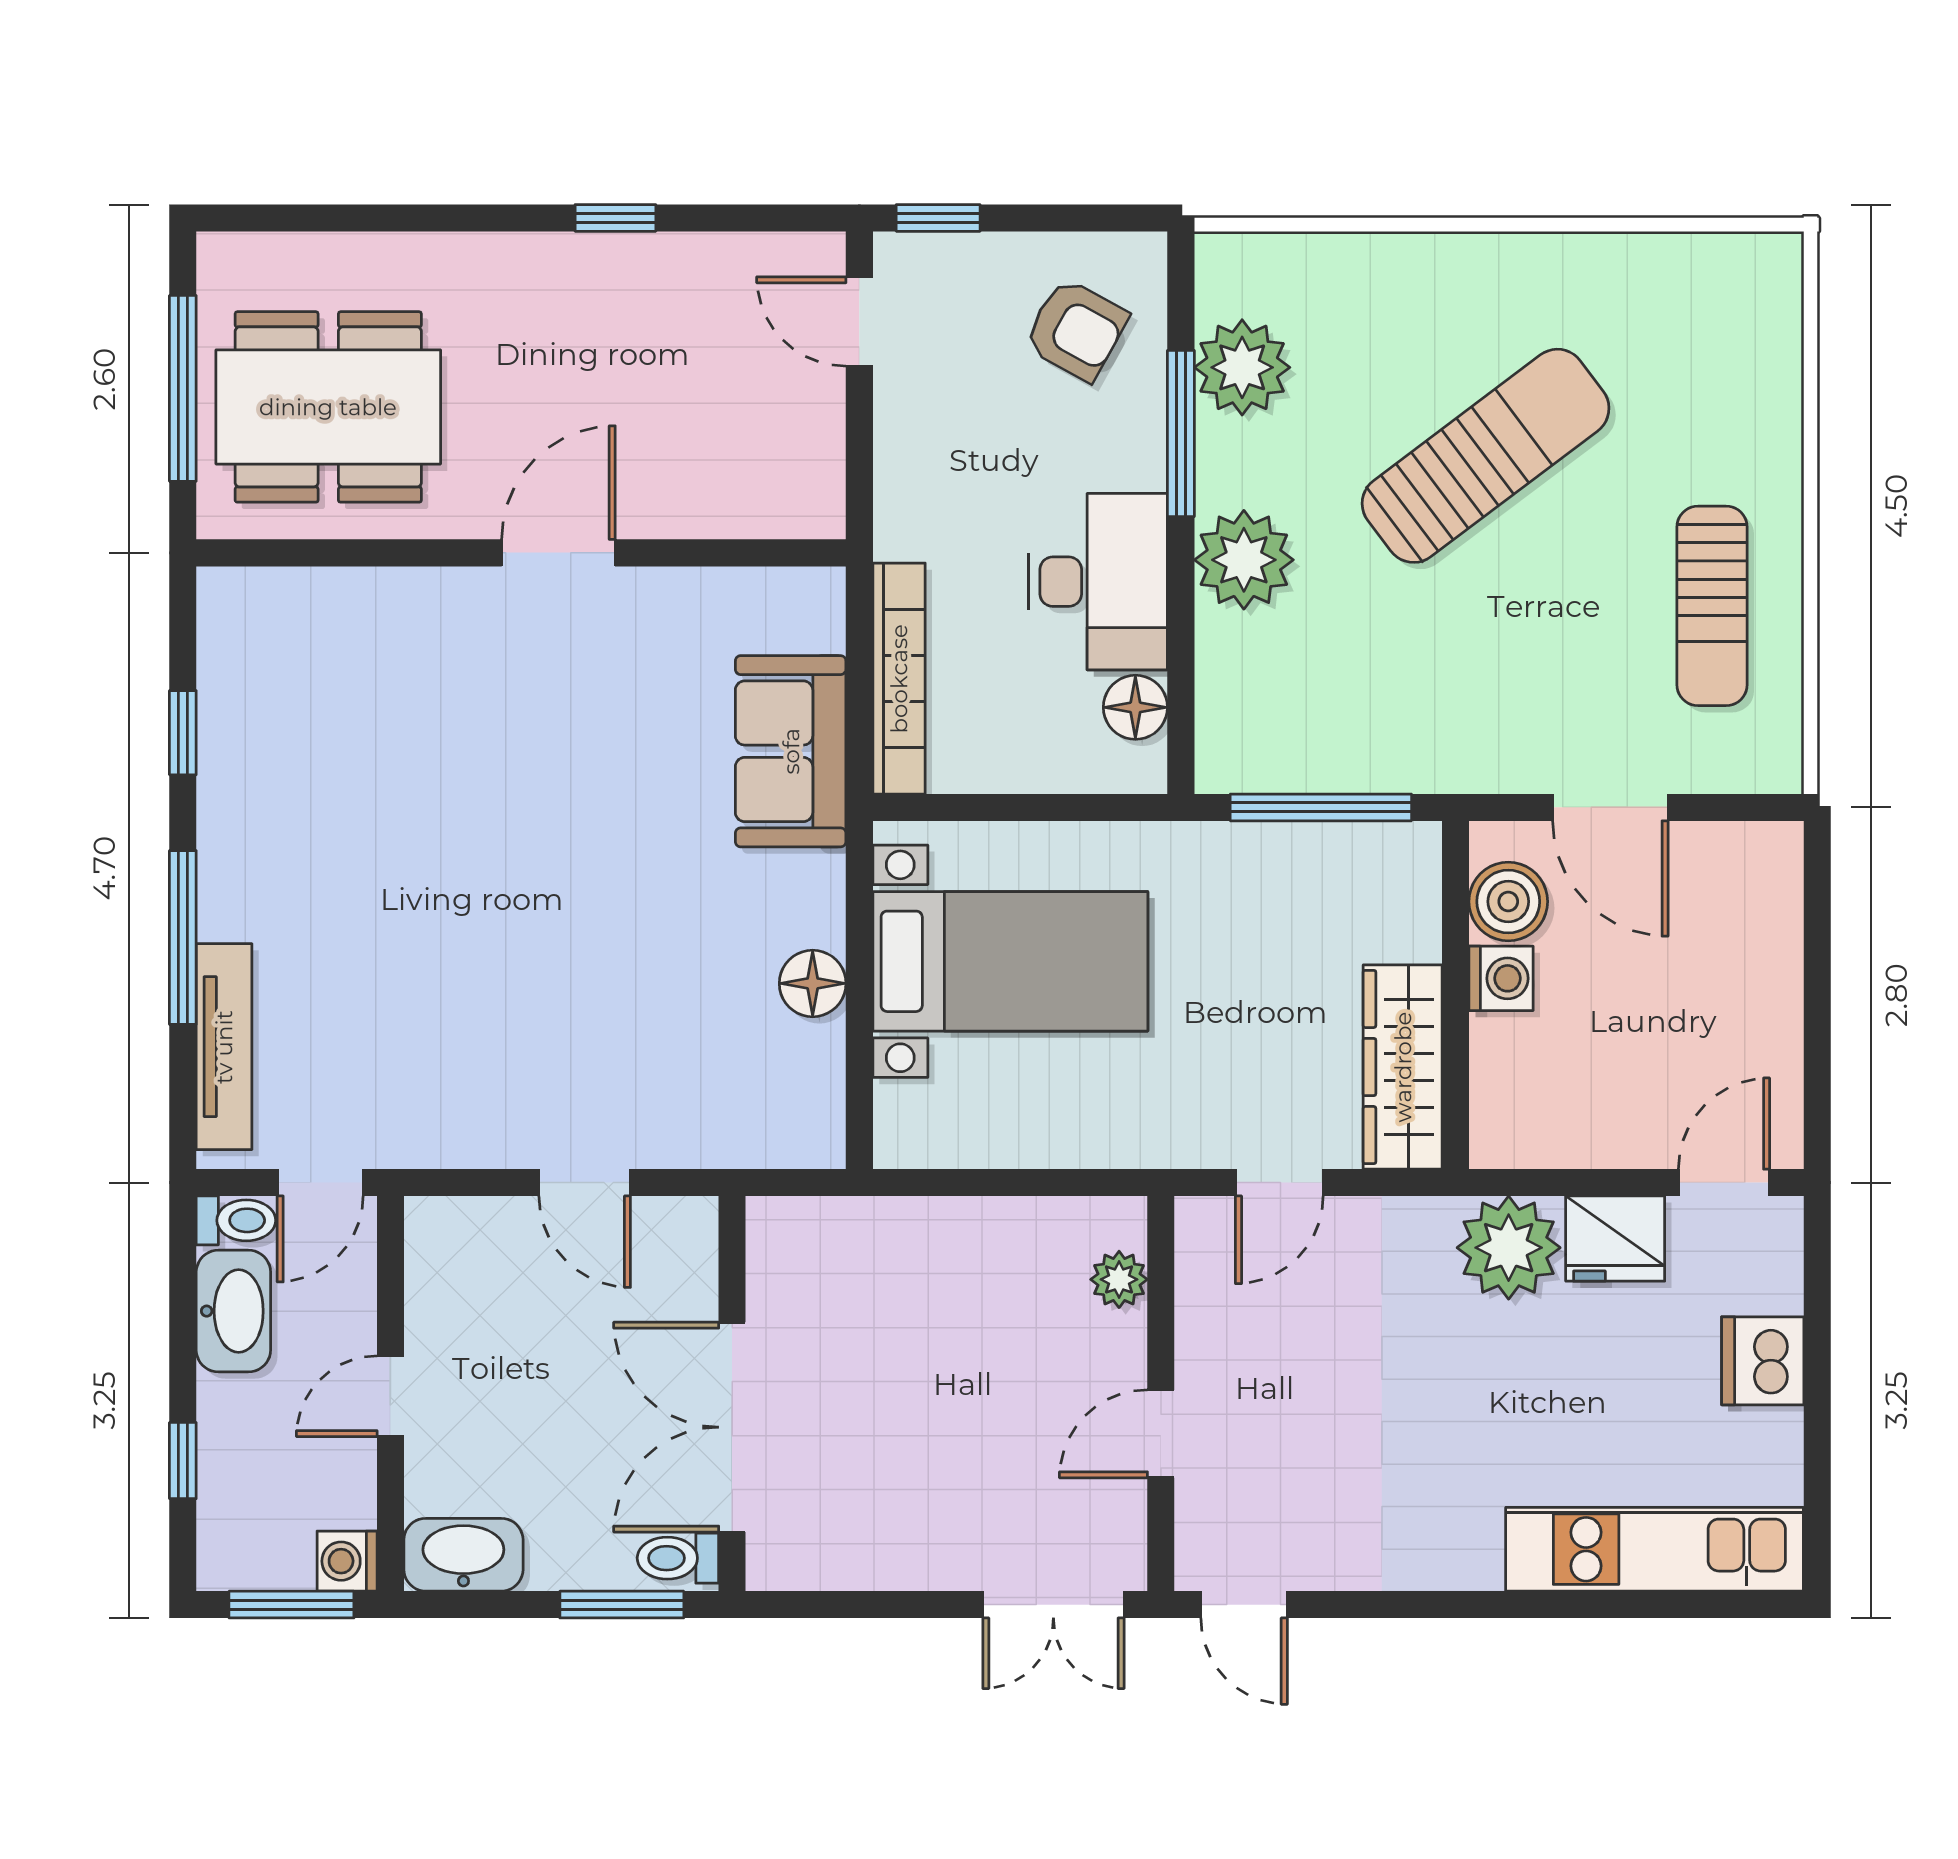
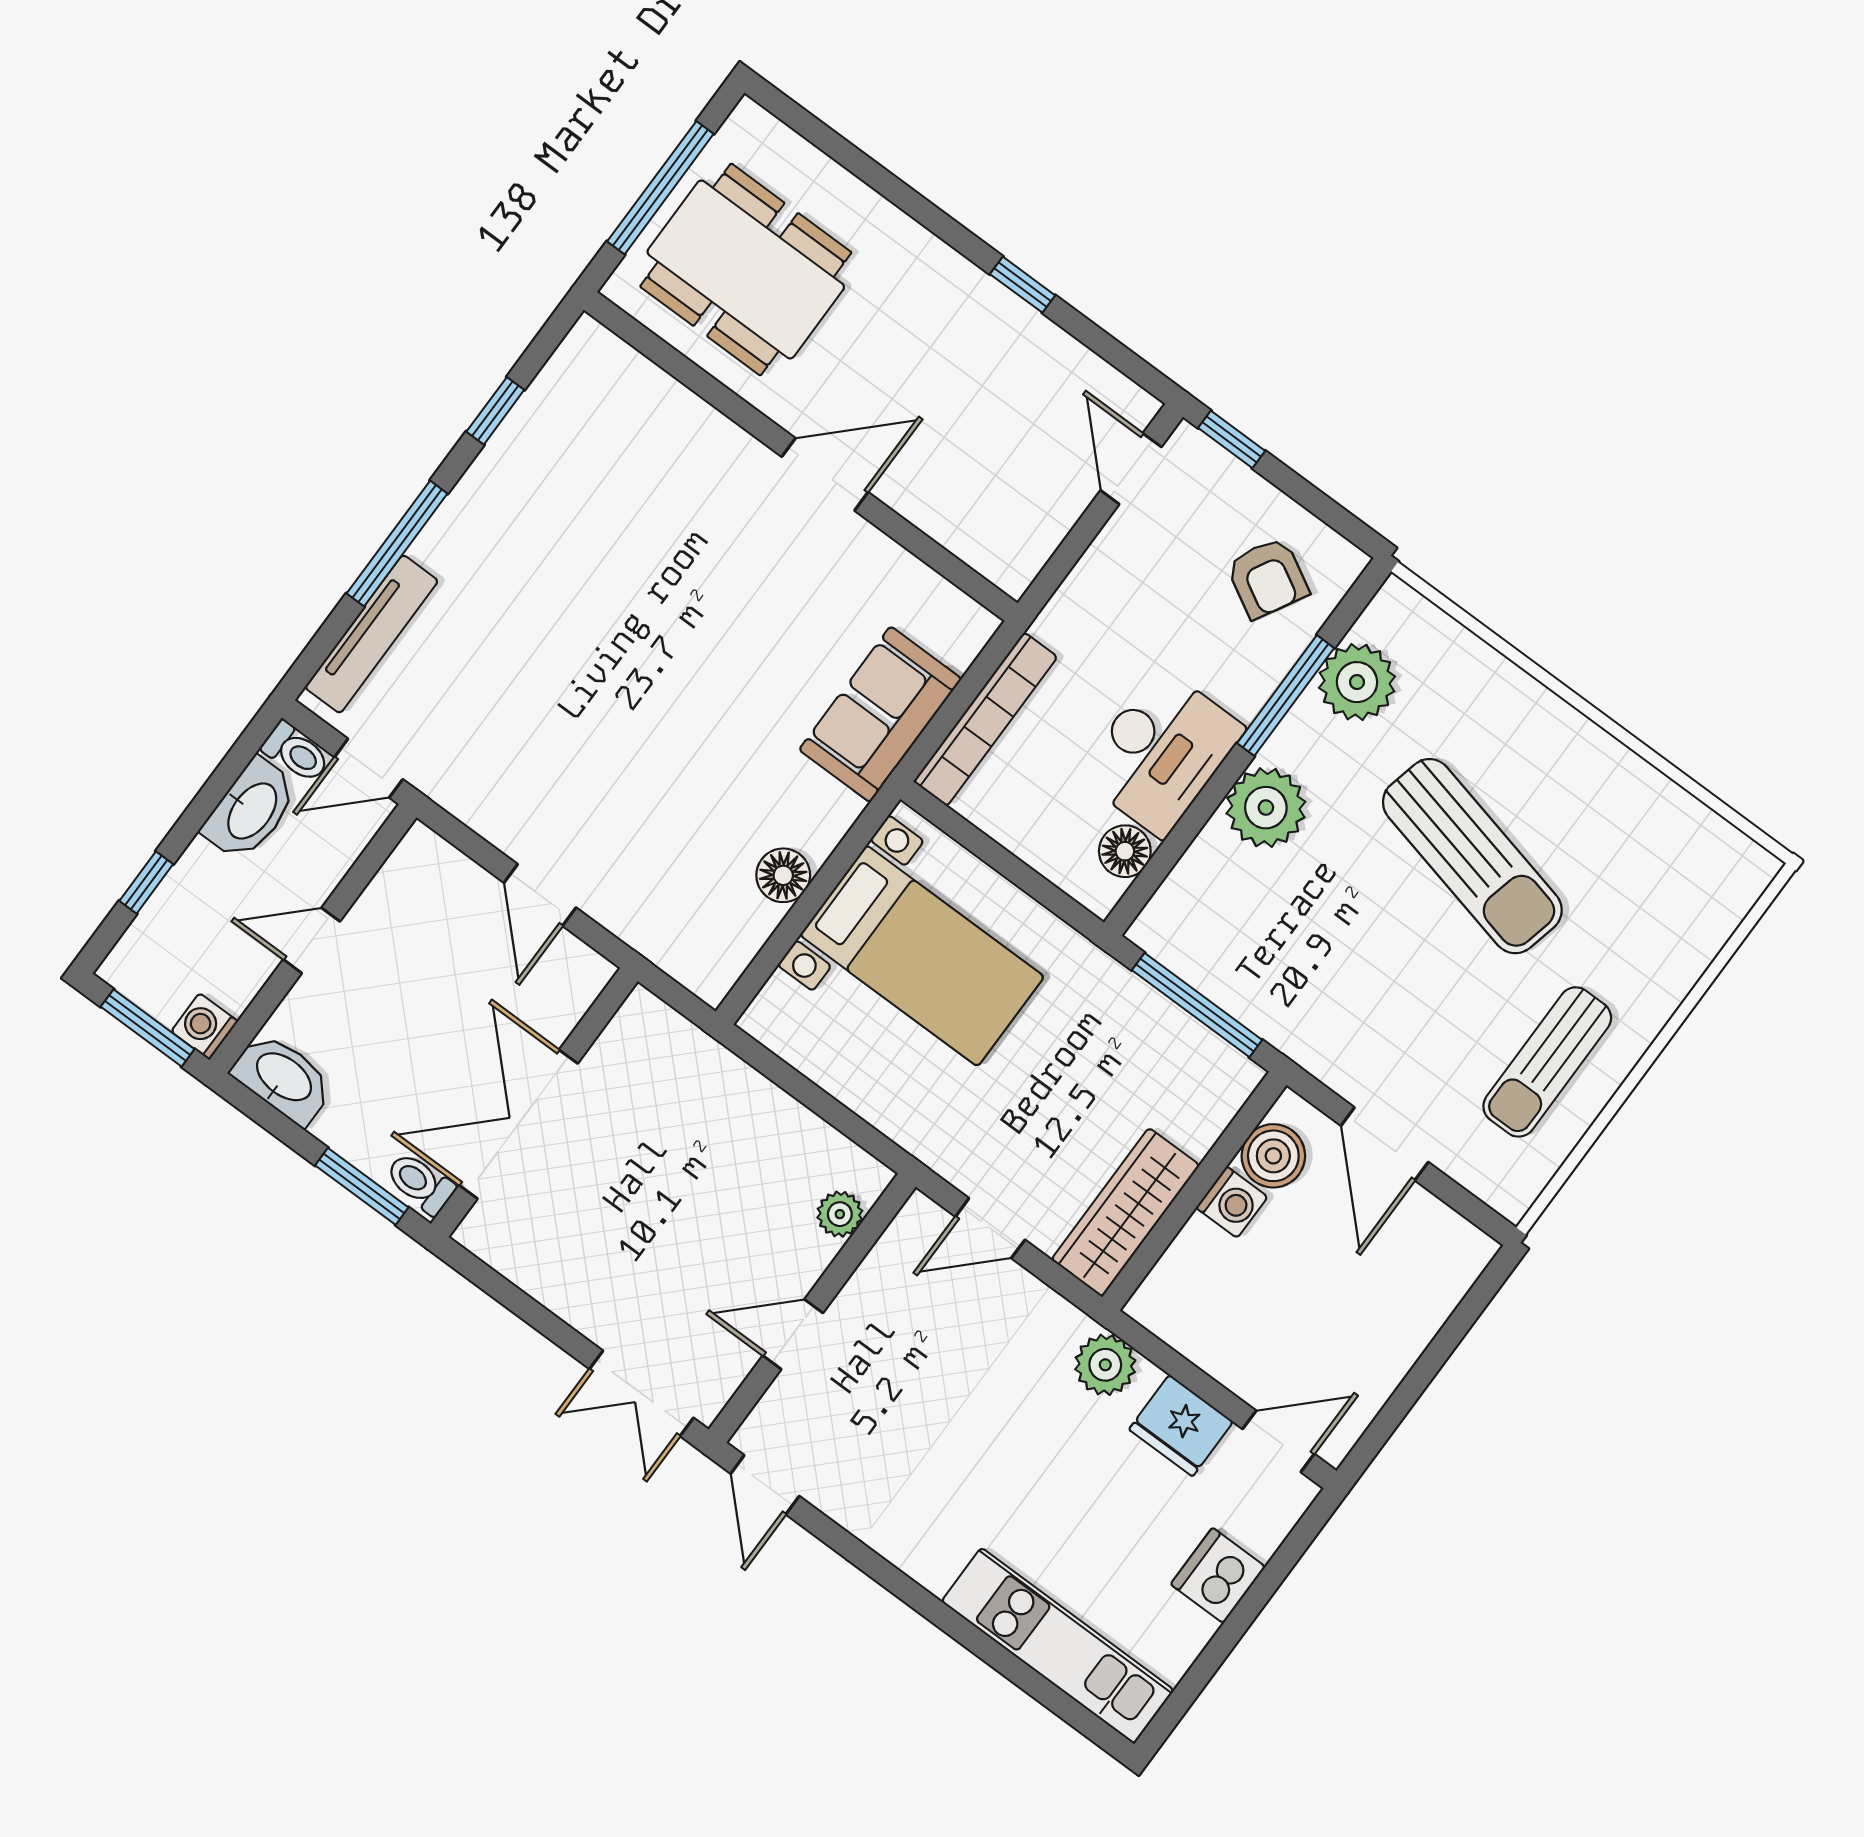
sun lounger: (1486, 456) -> (1472, 856), turned 50
plant: (1509, 1248) -> (1105, 1365), width x0.73, depth x0.73

